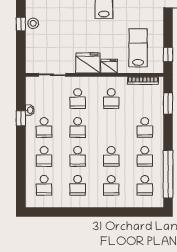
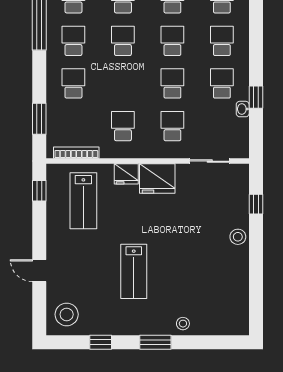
window: (21, 24) -> (256, 204), moved

